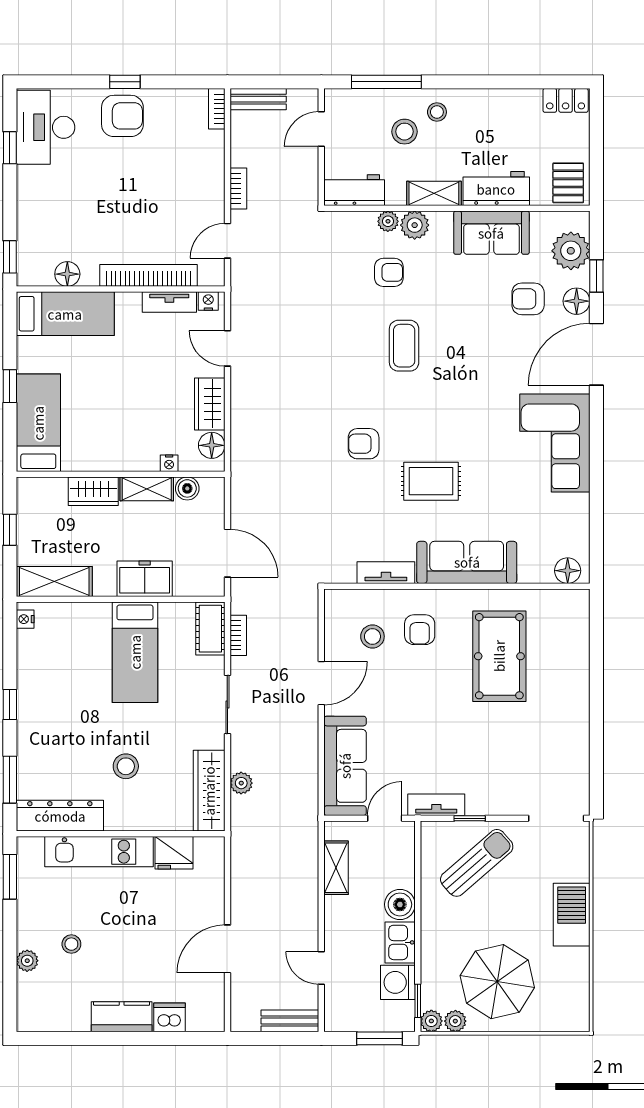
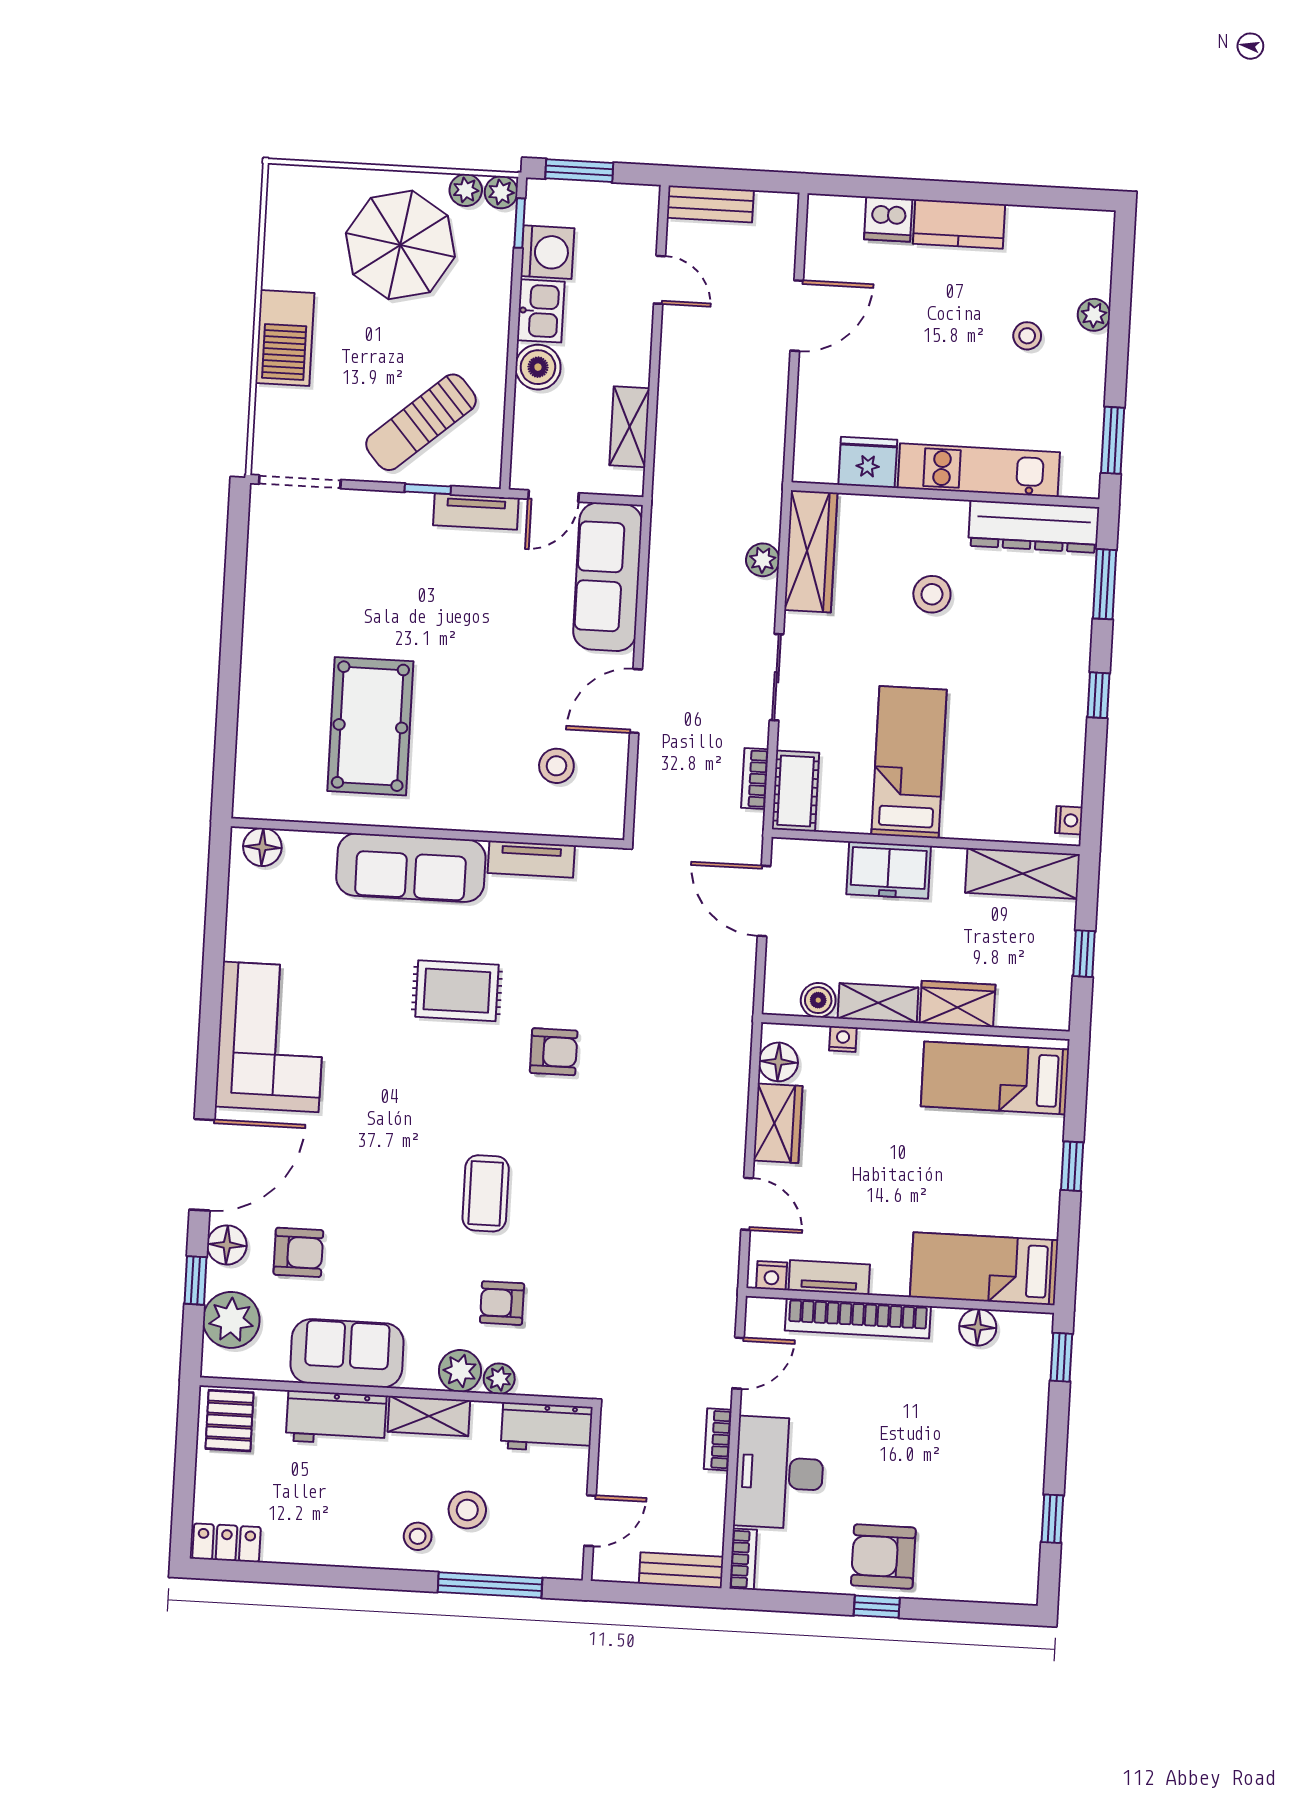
desk: (46, 127) -> (779, 1473), moved, turned 180
bed: (38, 423) -> (995, 1078), moved, turned 90
armchair: (420, 630) -> (486, 772), removed

